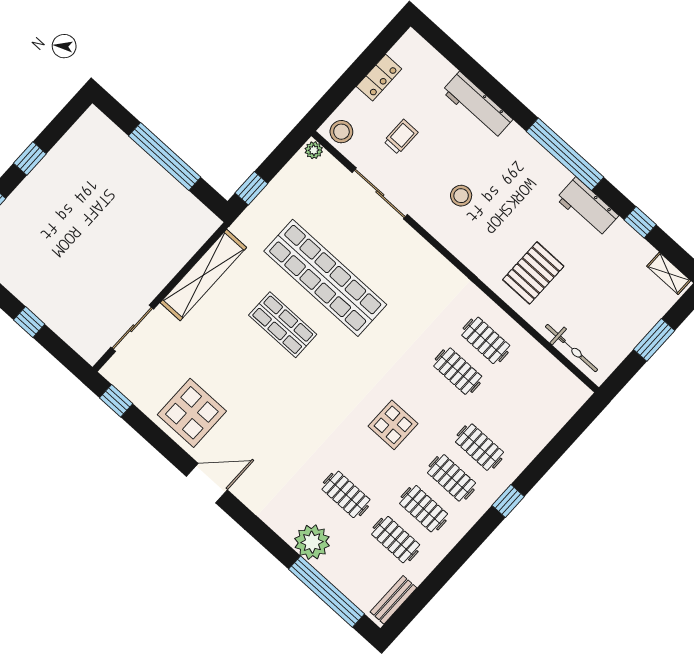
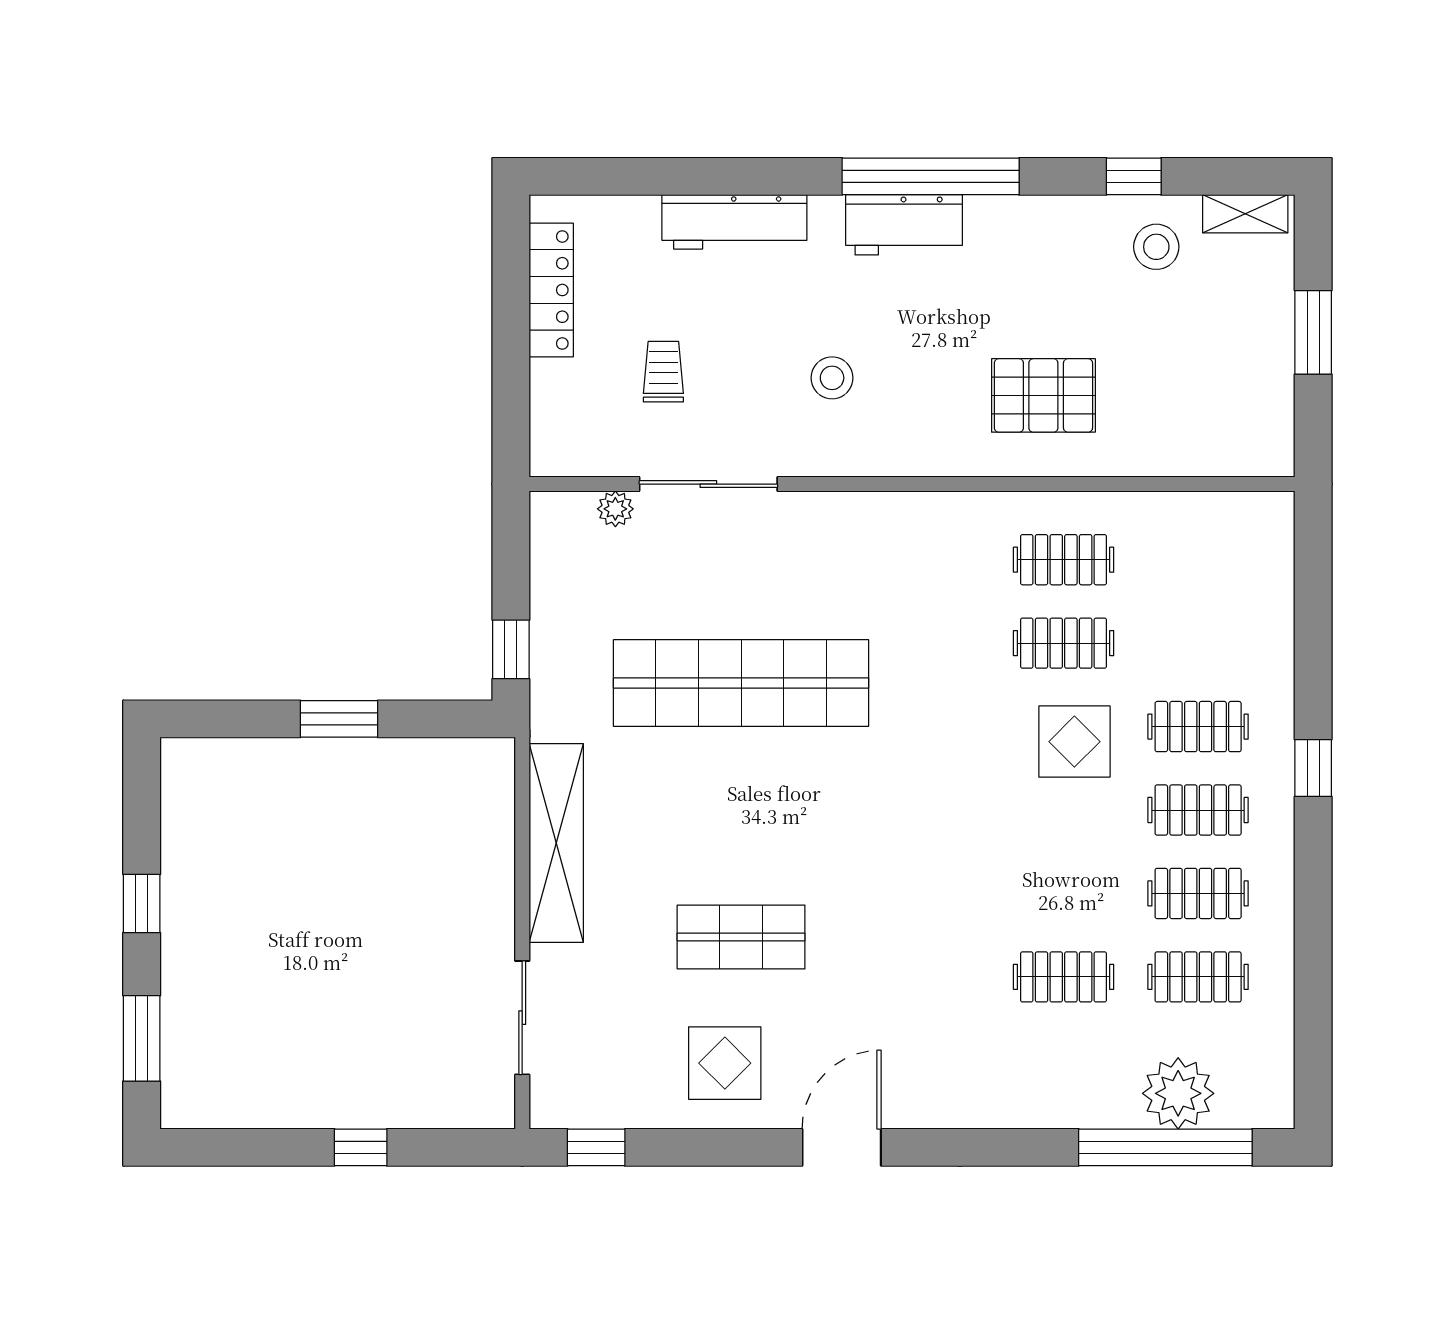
locker: (379, 78) -> (551, 290), width x1.53
stool: (341, 132) -> (1156, 247), moved
plant: (314, 150) -> (615, 509), moved
window: (165, 156) -> (339, 719), width x0.47
workbench: (587, 207) -> (904, 225), moved
pallet: (533, 273) -> (1043, 395), turned 90
shop shelf: (283, 325) -> (741, 937), moved
bicycle: (571, 348) -> (1201, 456), removed
display table: (192, 413) -> (725, 1063), width x0.73, depth x0.73
display table: (393, 425) -> (1074, 742), moved
plant: (312, 542) -> (1178, 1093), moved
bench: (393, 600) -> (1276, 1069), removed

